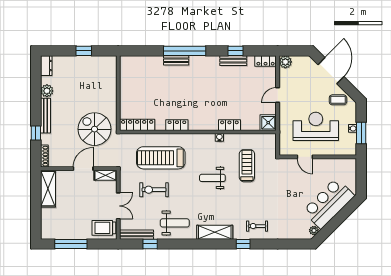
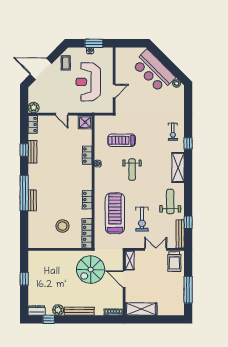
stool: (146, 96) -> (62, 226), added
window: (36, 133) -> (49, 319), moved
treadmill: (161, 158) -> (115, 213), turned 180

